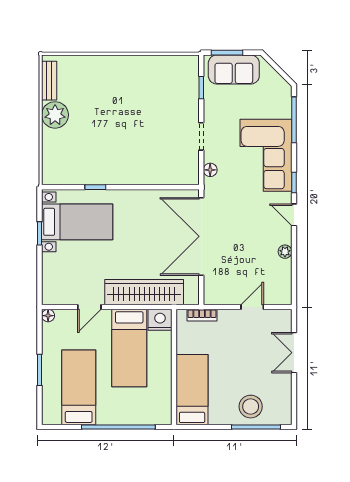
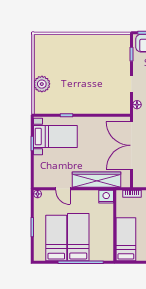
bench: (49, 81) -> (38, 50), removed
plant: (55, 115) -> (42, 84), moved
door: (89, 307) -> (63, 189), hinge flipped
bed: (129, 348) -> (78, 237), moved, turned 180

